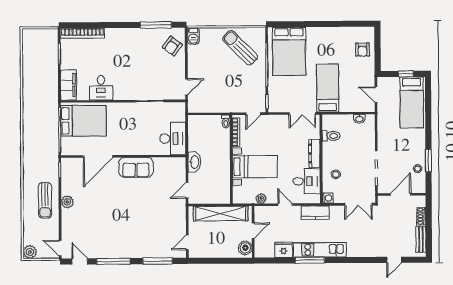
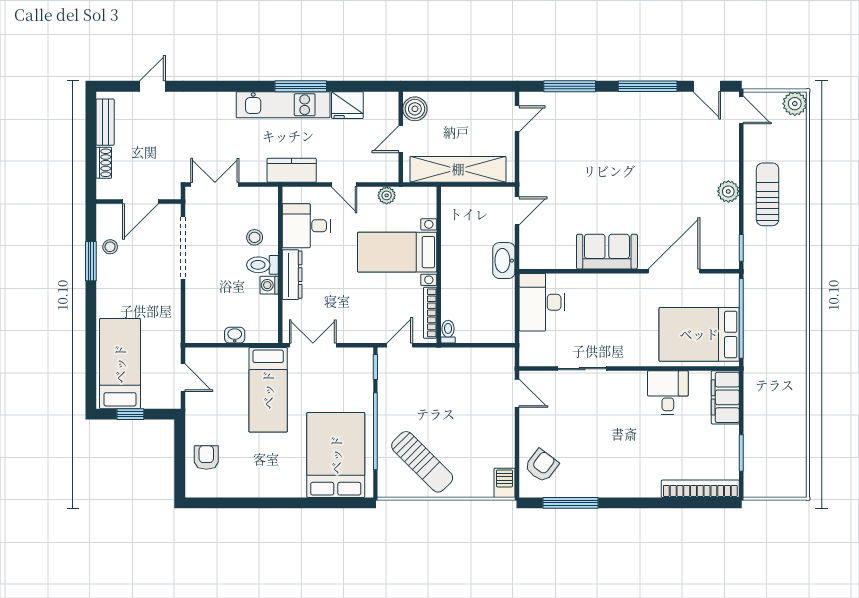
door: (186, 87) -> (517, 393), swing flipped
washbasin: (359, 119) -> (235, 335), moved
toilet: (331, 136) -> (262, 265), moved
washing machine: (328, 198) -> (269, 285), moved

